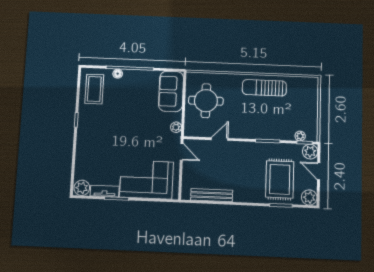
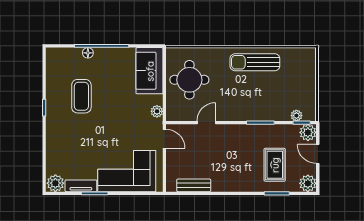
coffee table: (94, 89) -> (81, 96), moved
rug: (280, 179) -> (275, 165), width x0.73, depth x0.70
bench: (212, 195) -> (194, 185), width x0.73

